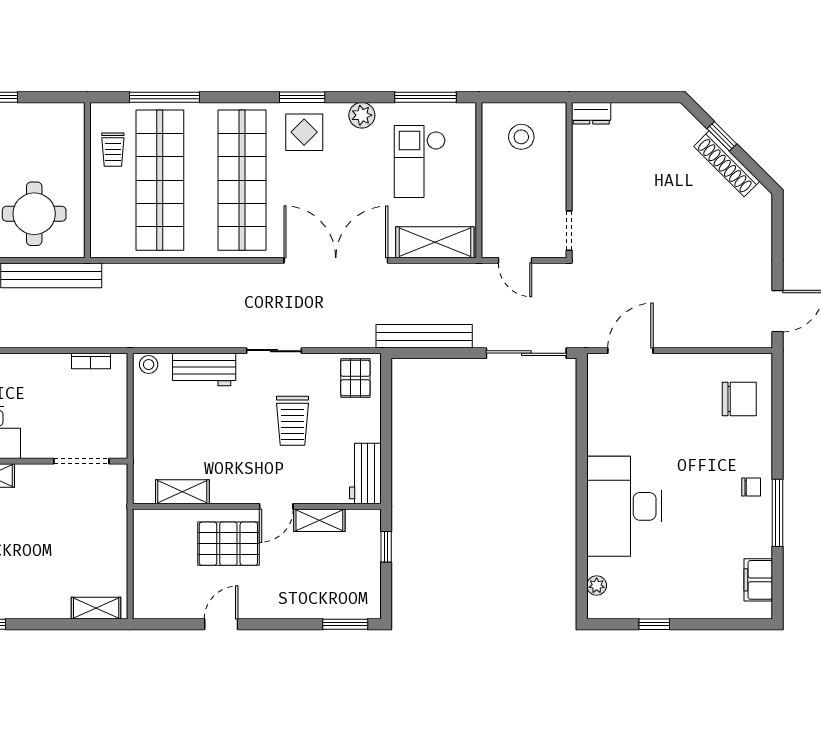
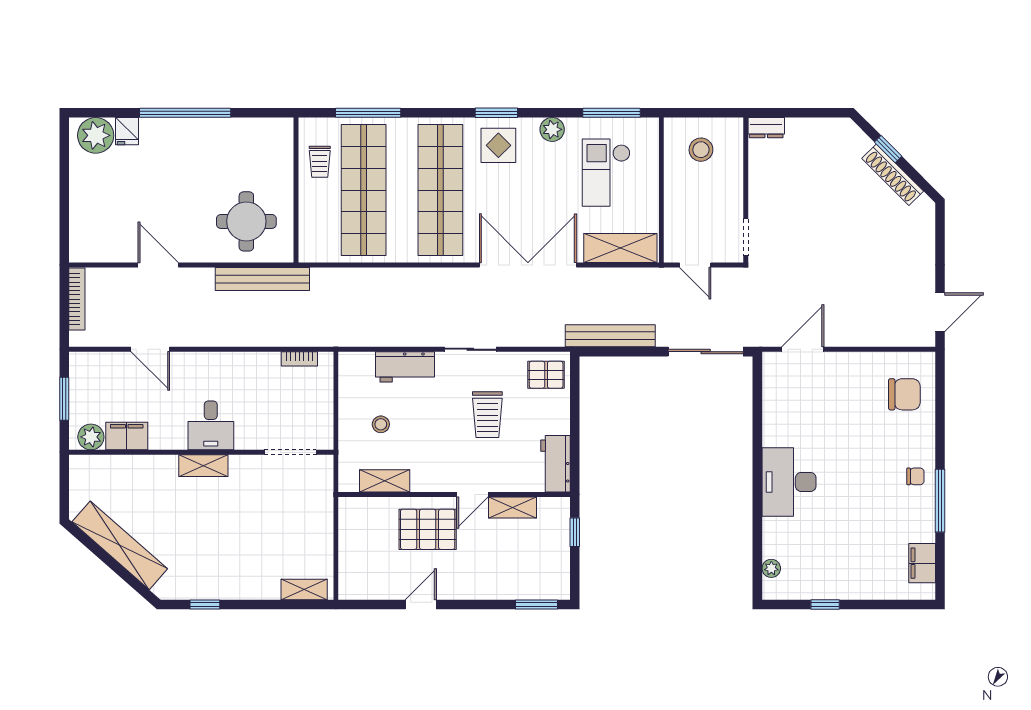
stool: (149, 365) -> (381, 424), moved
pallet: (355, 378) -> (546, 375), turned 90
desk: (624, 506) -> (789, 482), width x0.73, depth x0.77

